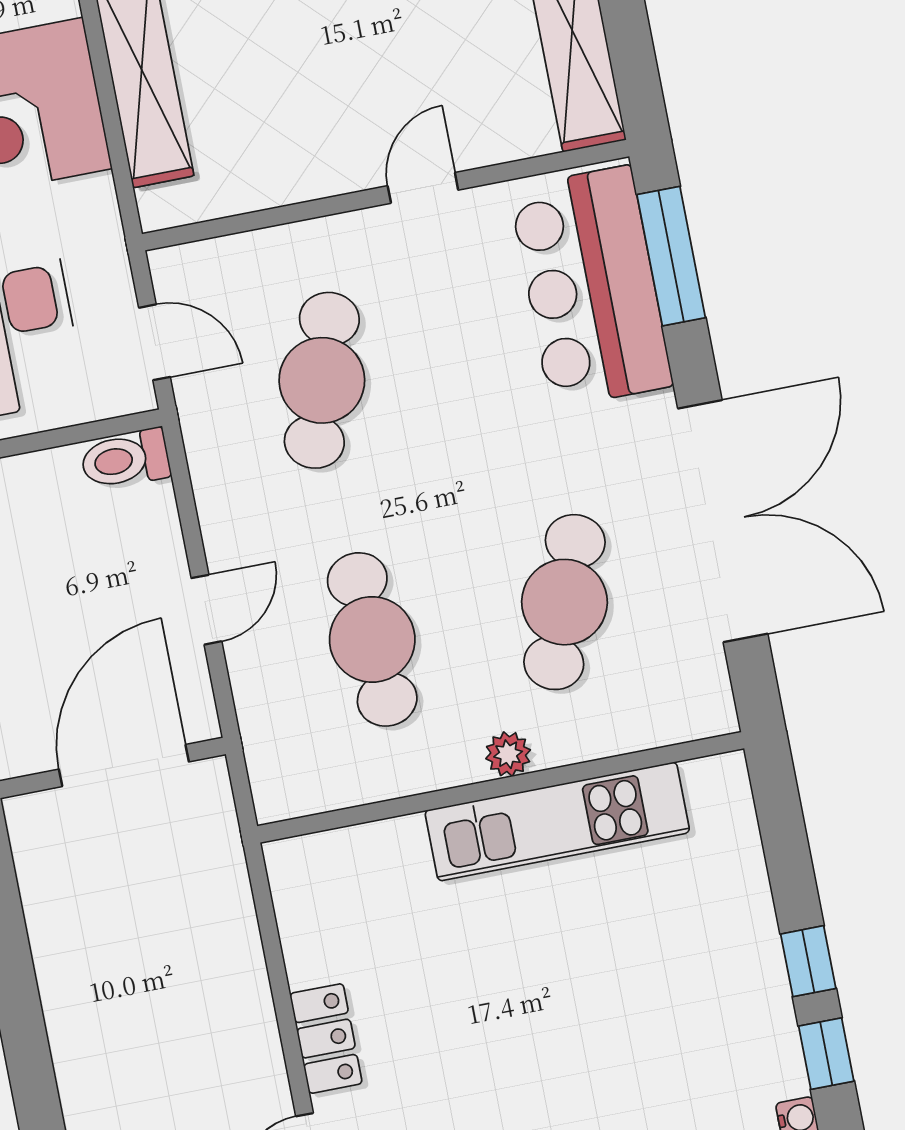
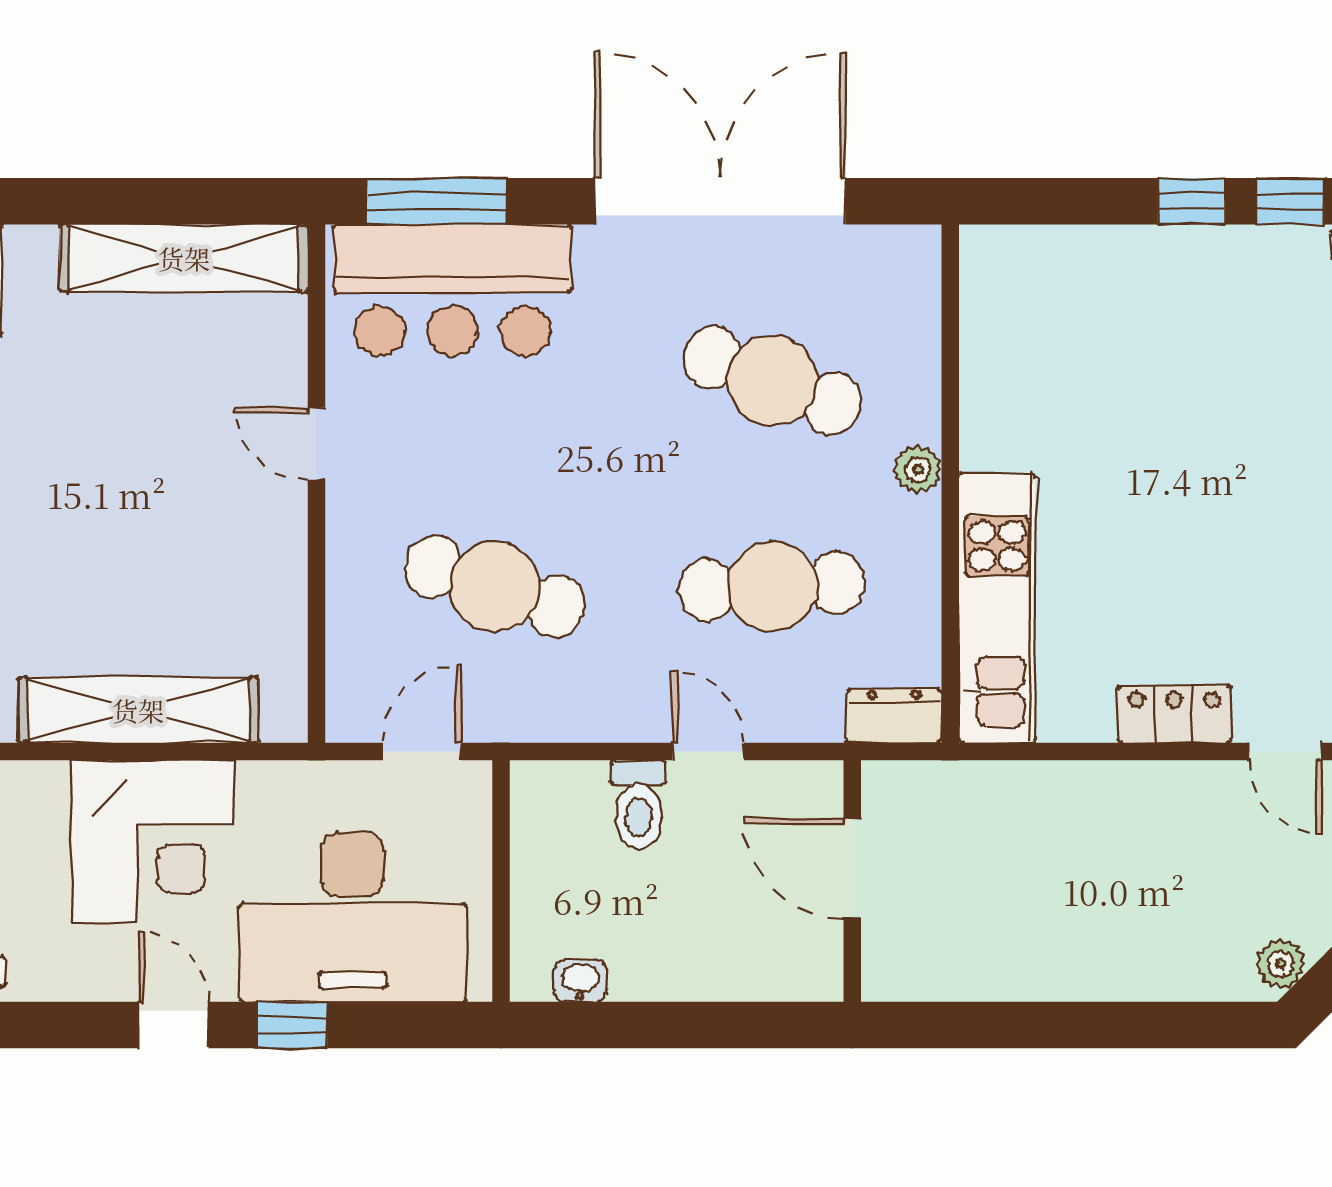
toilet: (125, 459) -> (639, 805), moved
door: (124, 766) -> (852, 868), width x0.73
dresser: (273, 777) -> (894, 716), added
kitchen unit: (557, 821) -> (997, 608), moved

